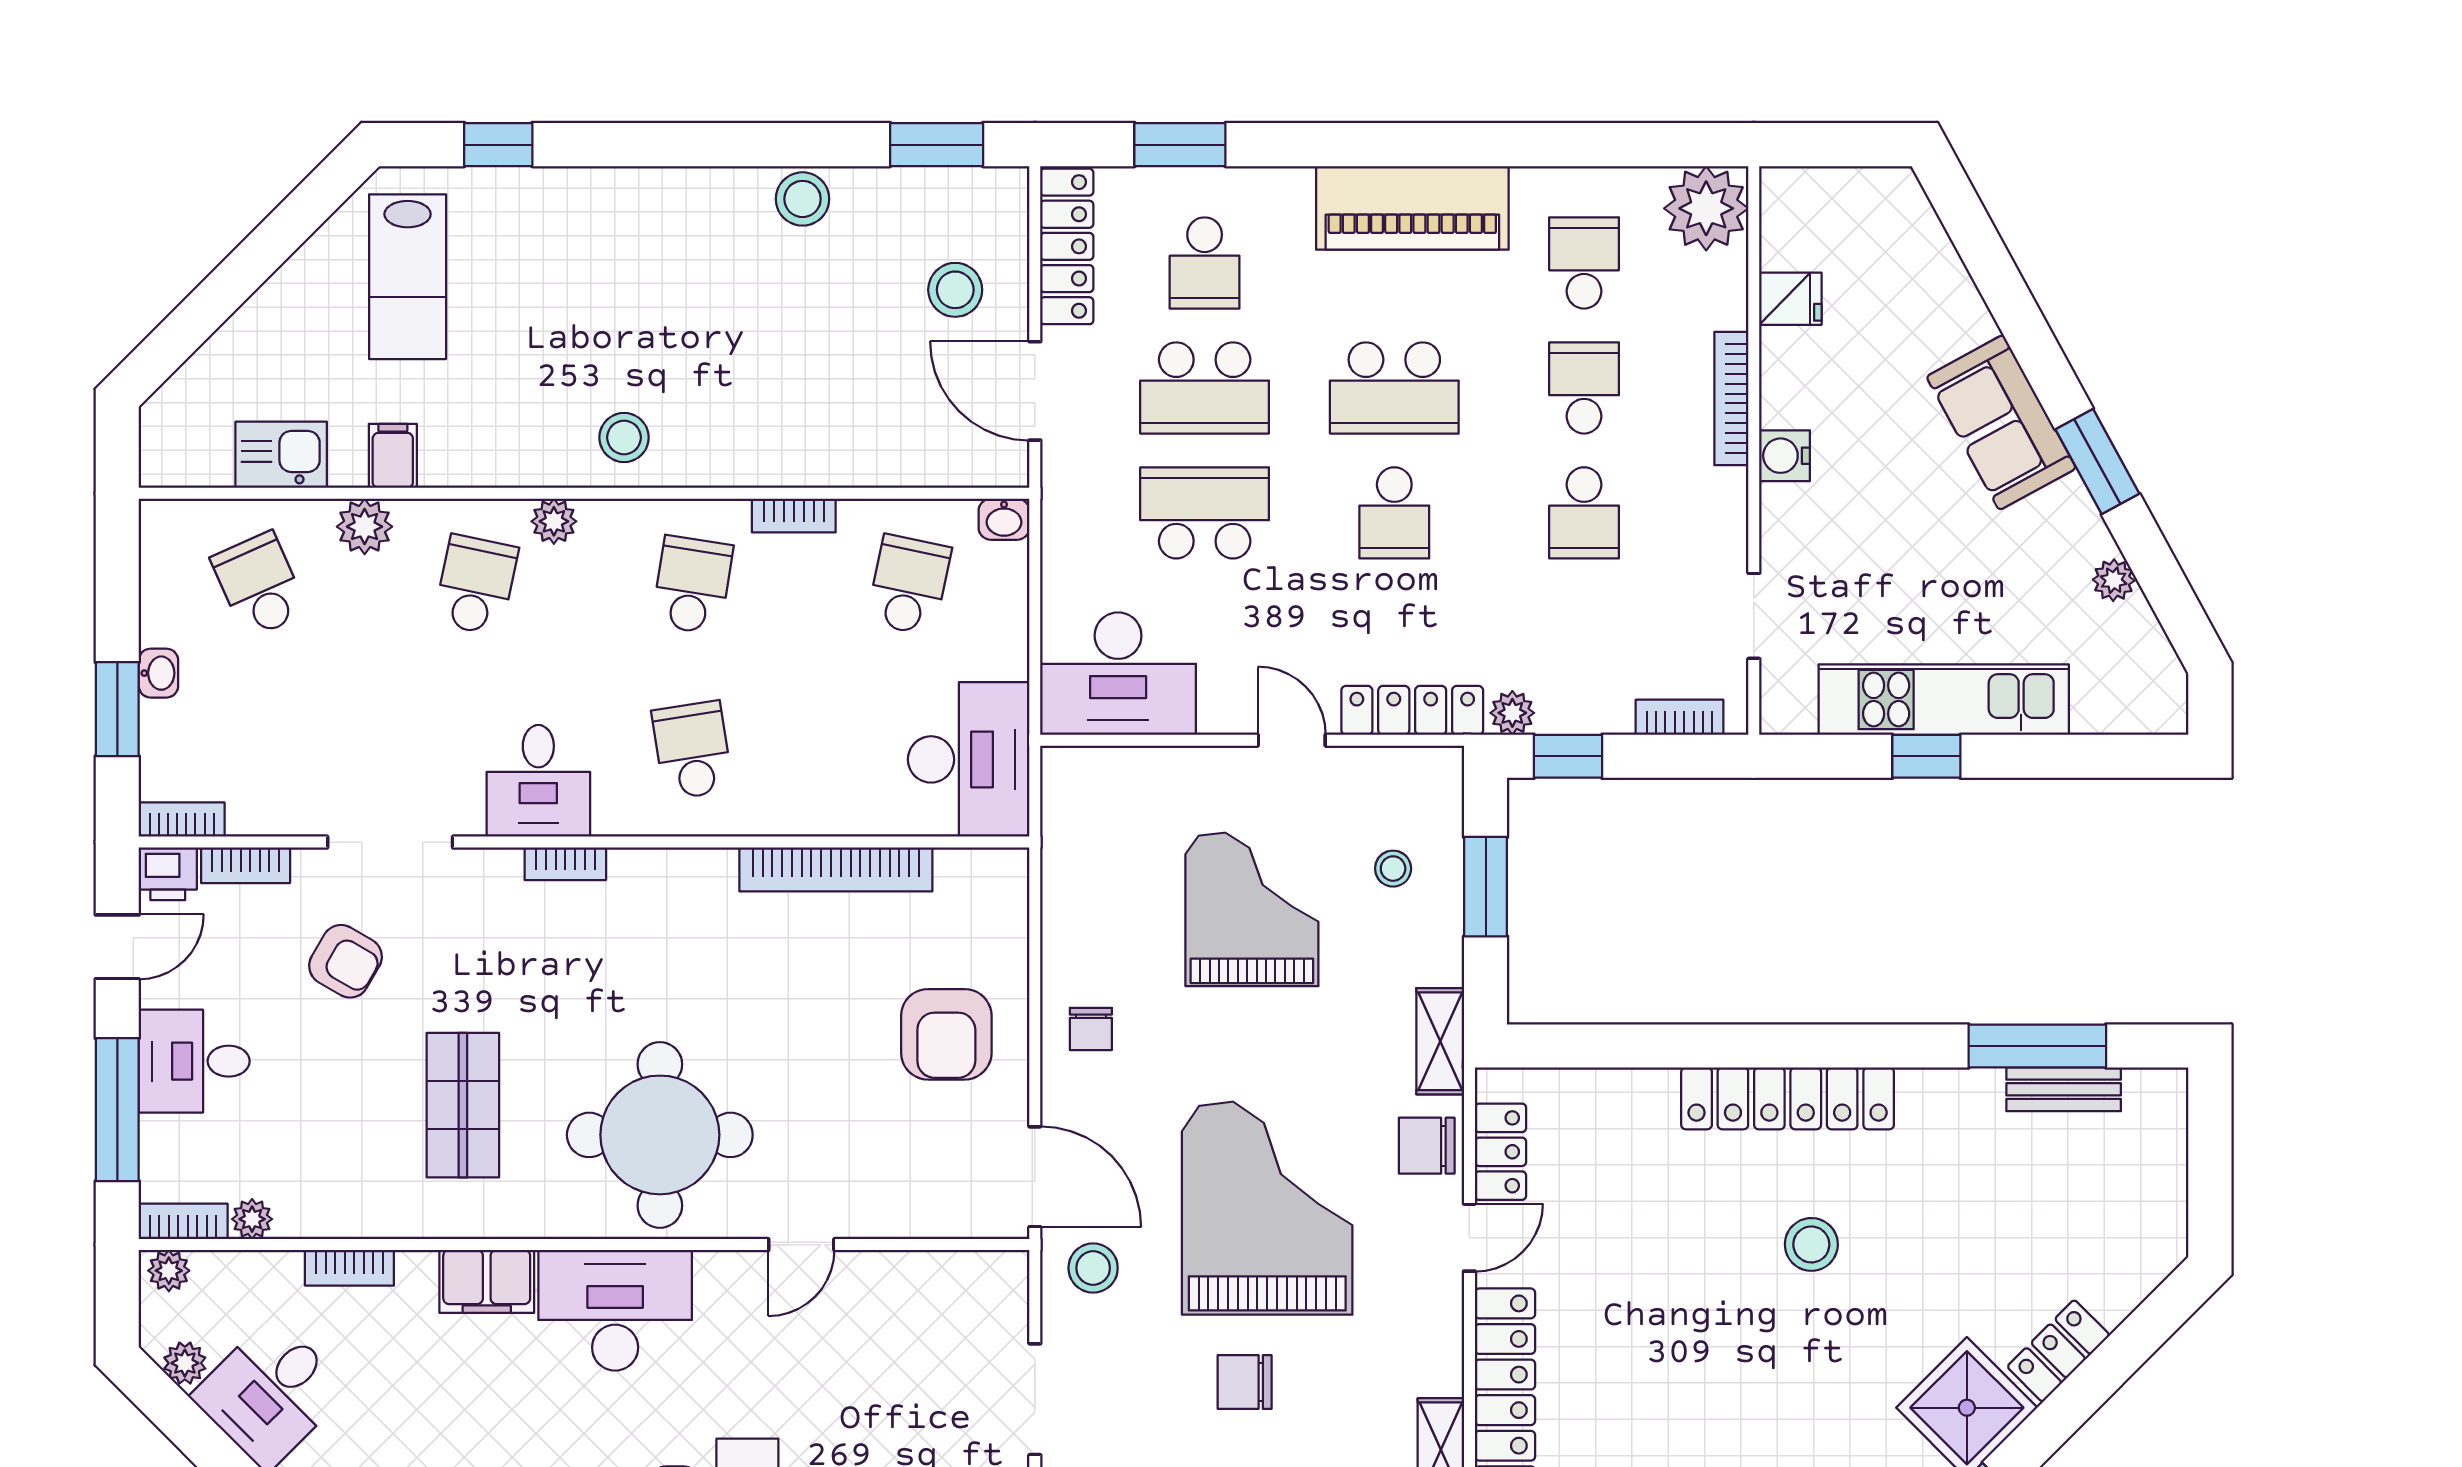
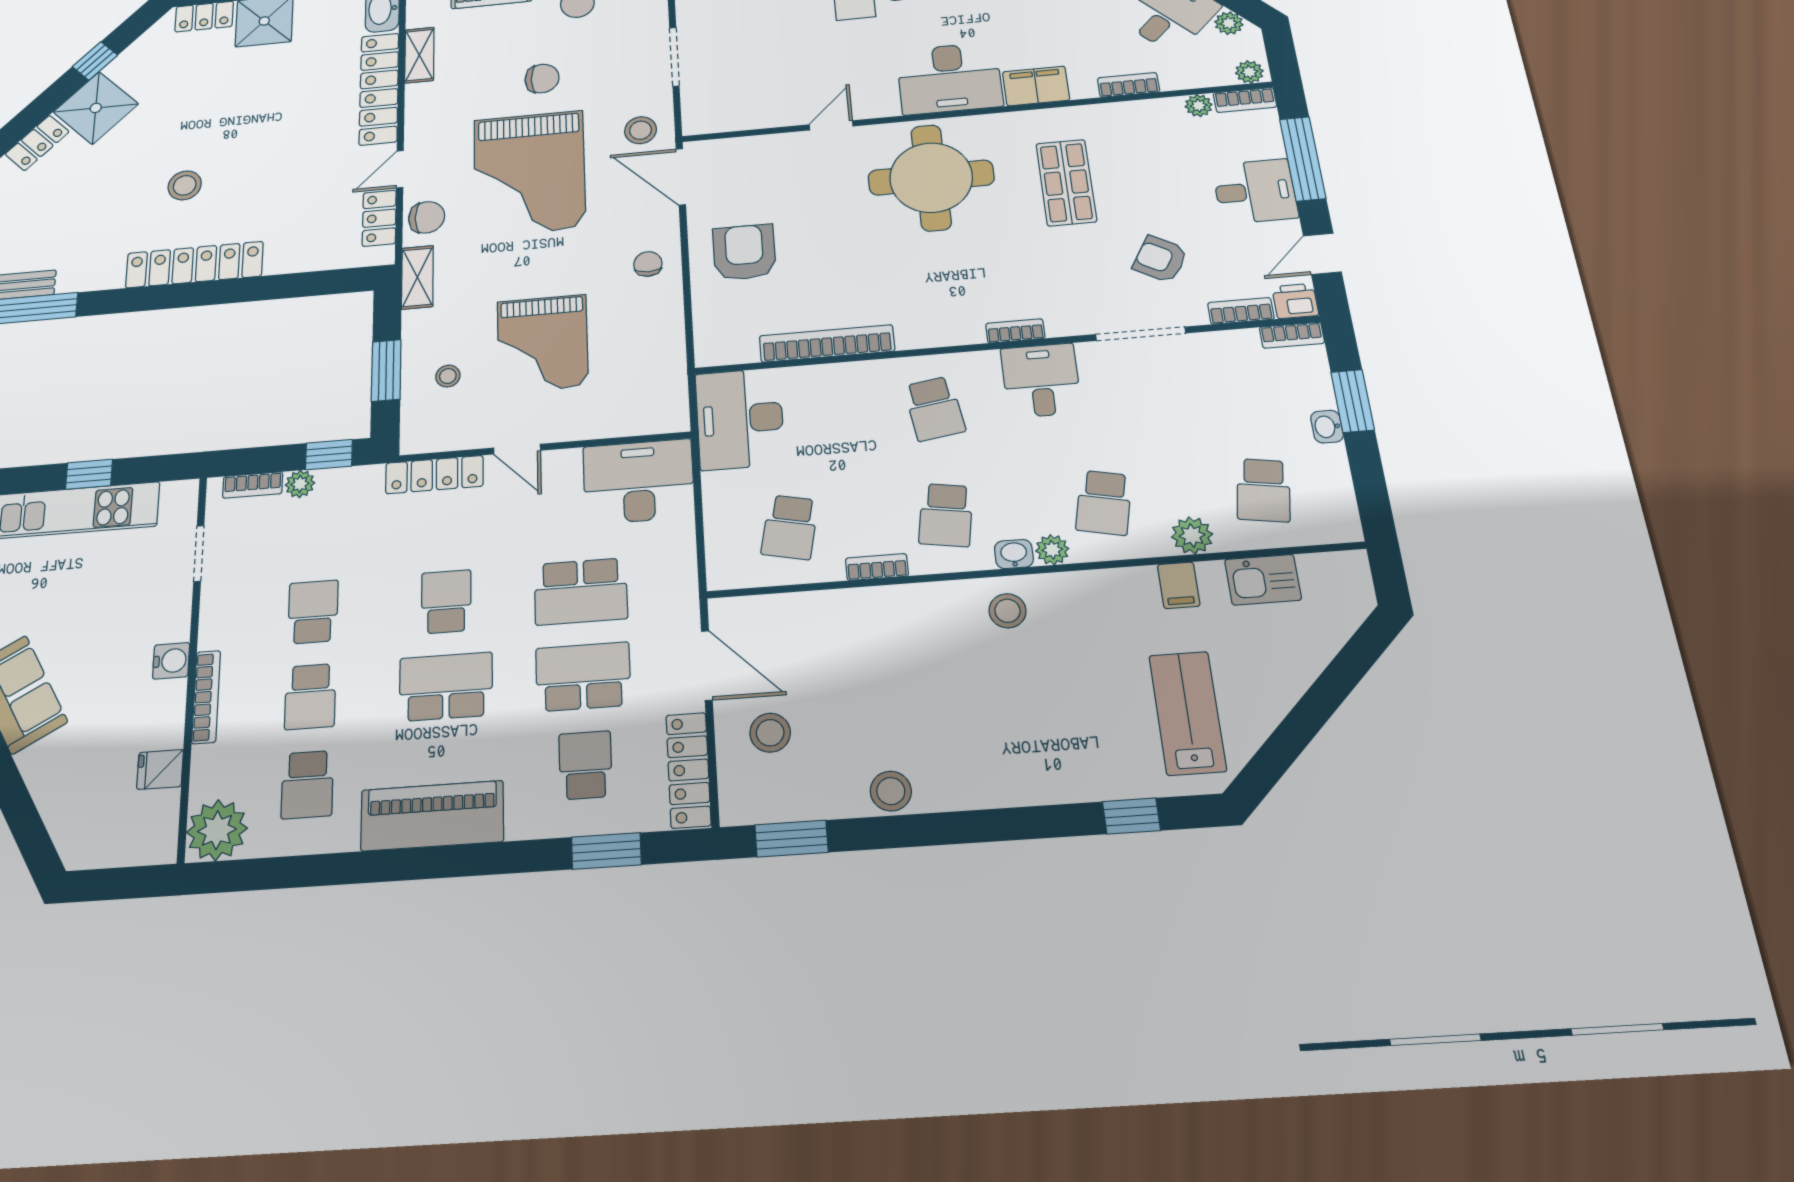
washbasin: (1004, 519) -> (1014, 554), moved
school desk: (259, 585) -> (1263, 490), turned 33
plant: (1512, 713) -> (300, 484), moved

